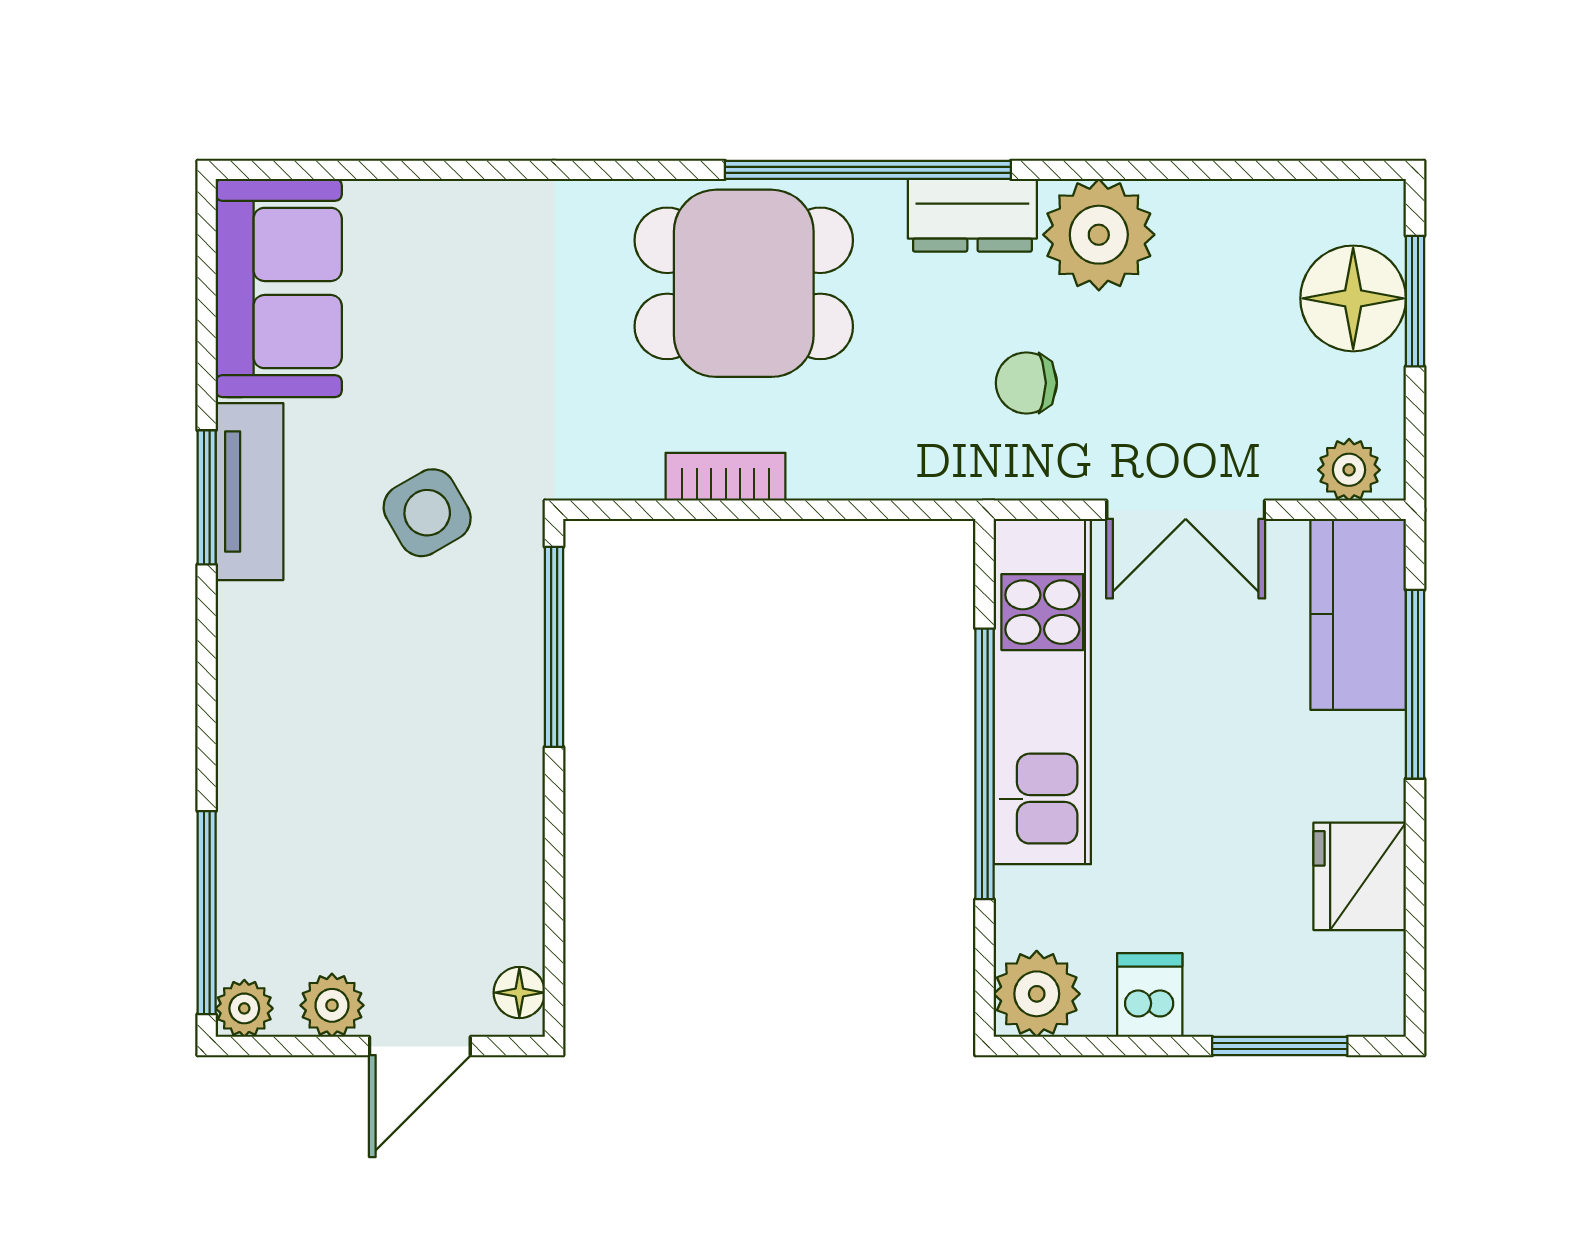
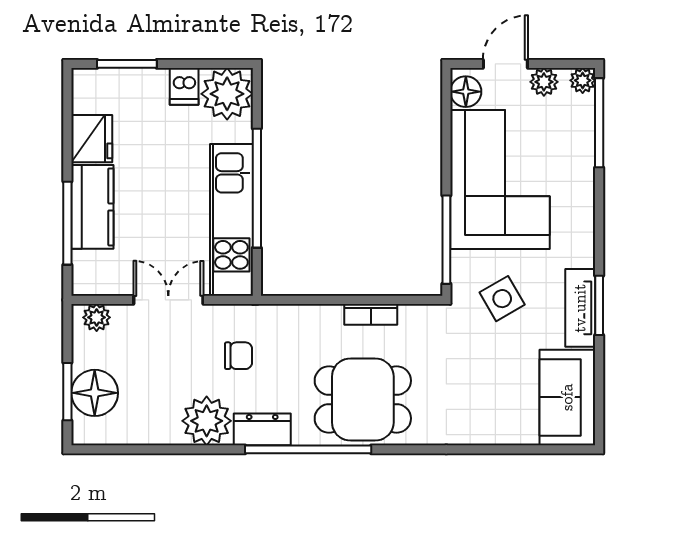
kitchen counter: (1358, 614) -> (92, 207), moved
corner sofa: (432, 784) -> (500, 179), added
floor lamp: (519, 993) -> (466, 92), width x1.37, depth x1.37
plant: (1037, 994) -> (227, 94), width x1.36, depth x1.36

